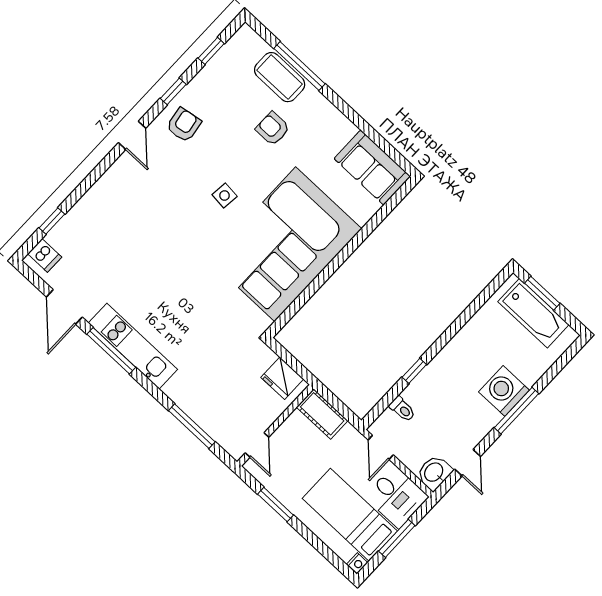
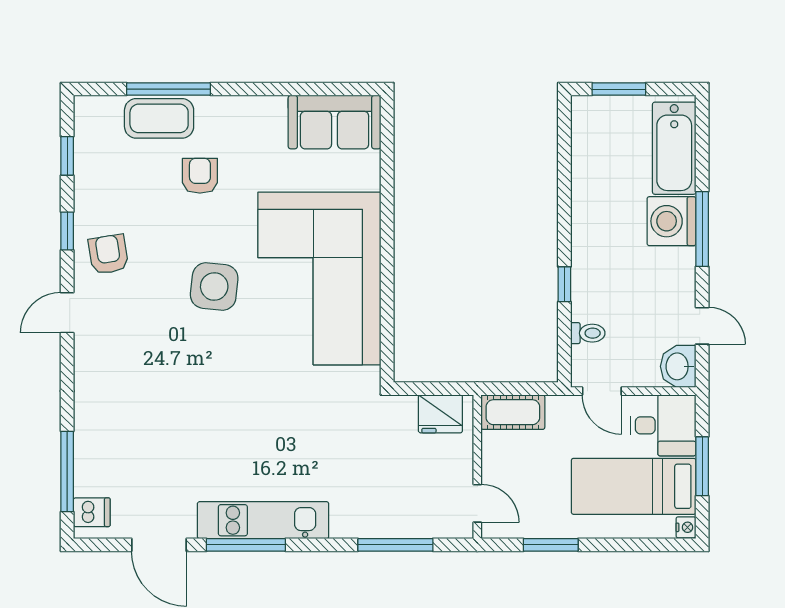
armchair: (273, 129) -> (200, 176), turned 90
door: (132, 135) -> (67, 313), swing flipped
side table: (225, 196) -> (214, 286), width x1.87, depth x1.87
window: (52, 221) -> (67, 472), width x2.17
bathtub: (533, 313) -> (674, 148), moved, turned 90

